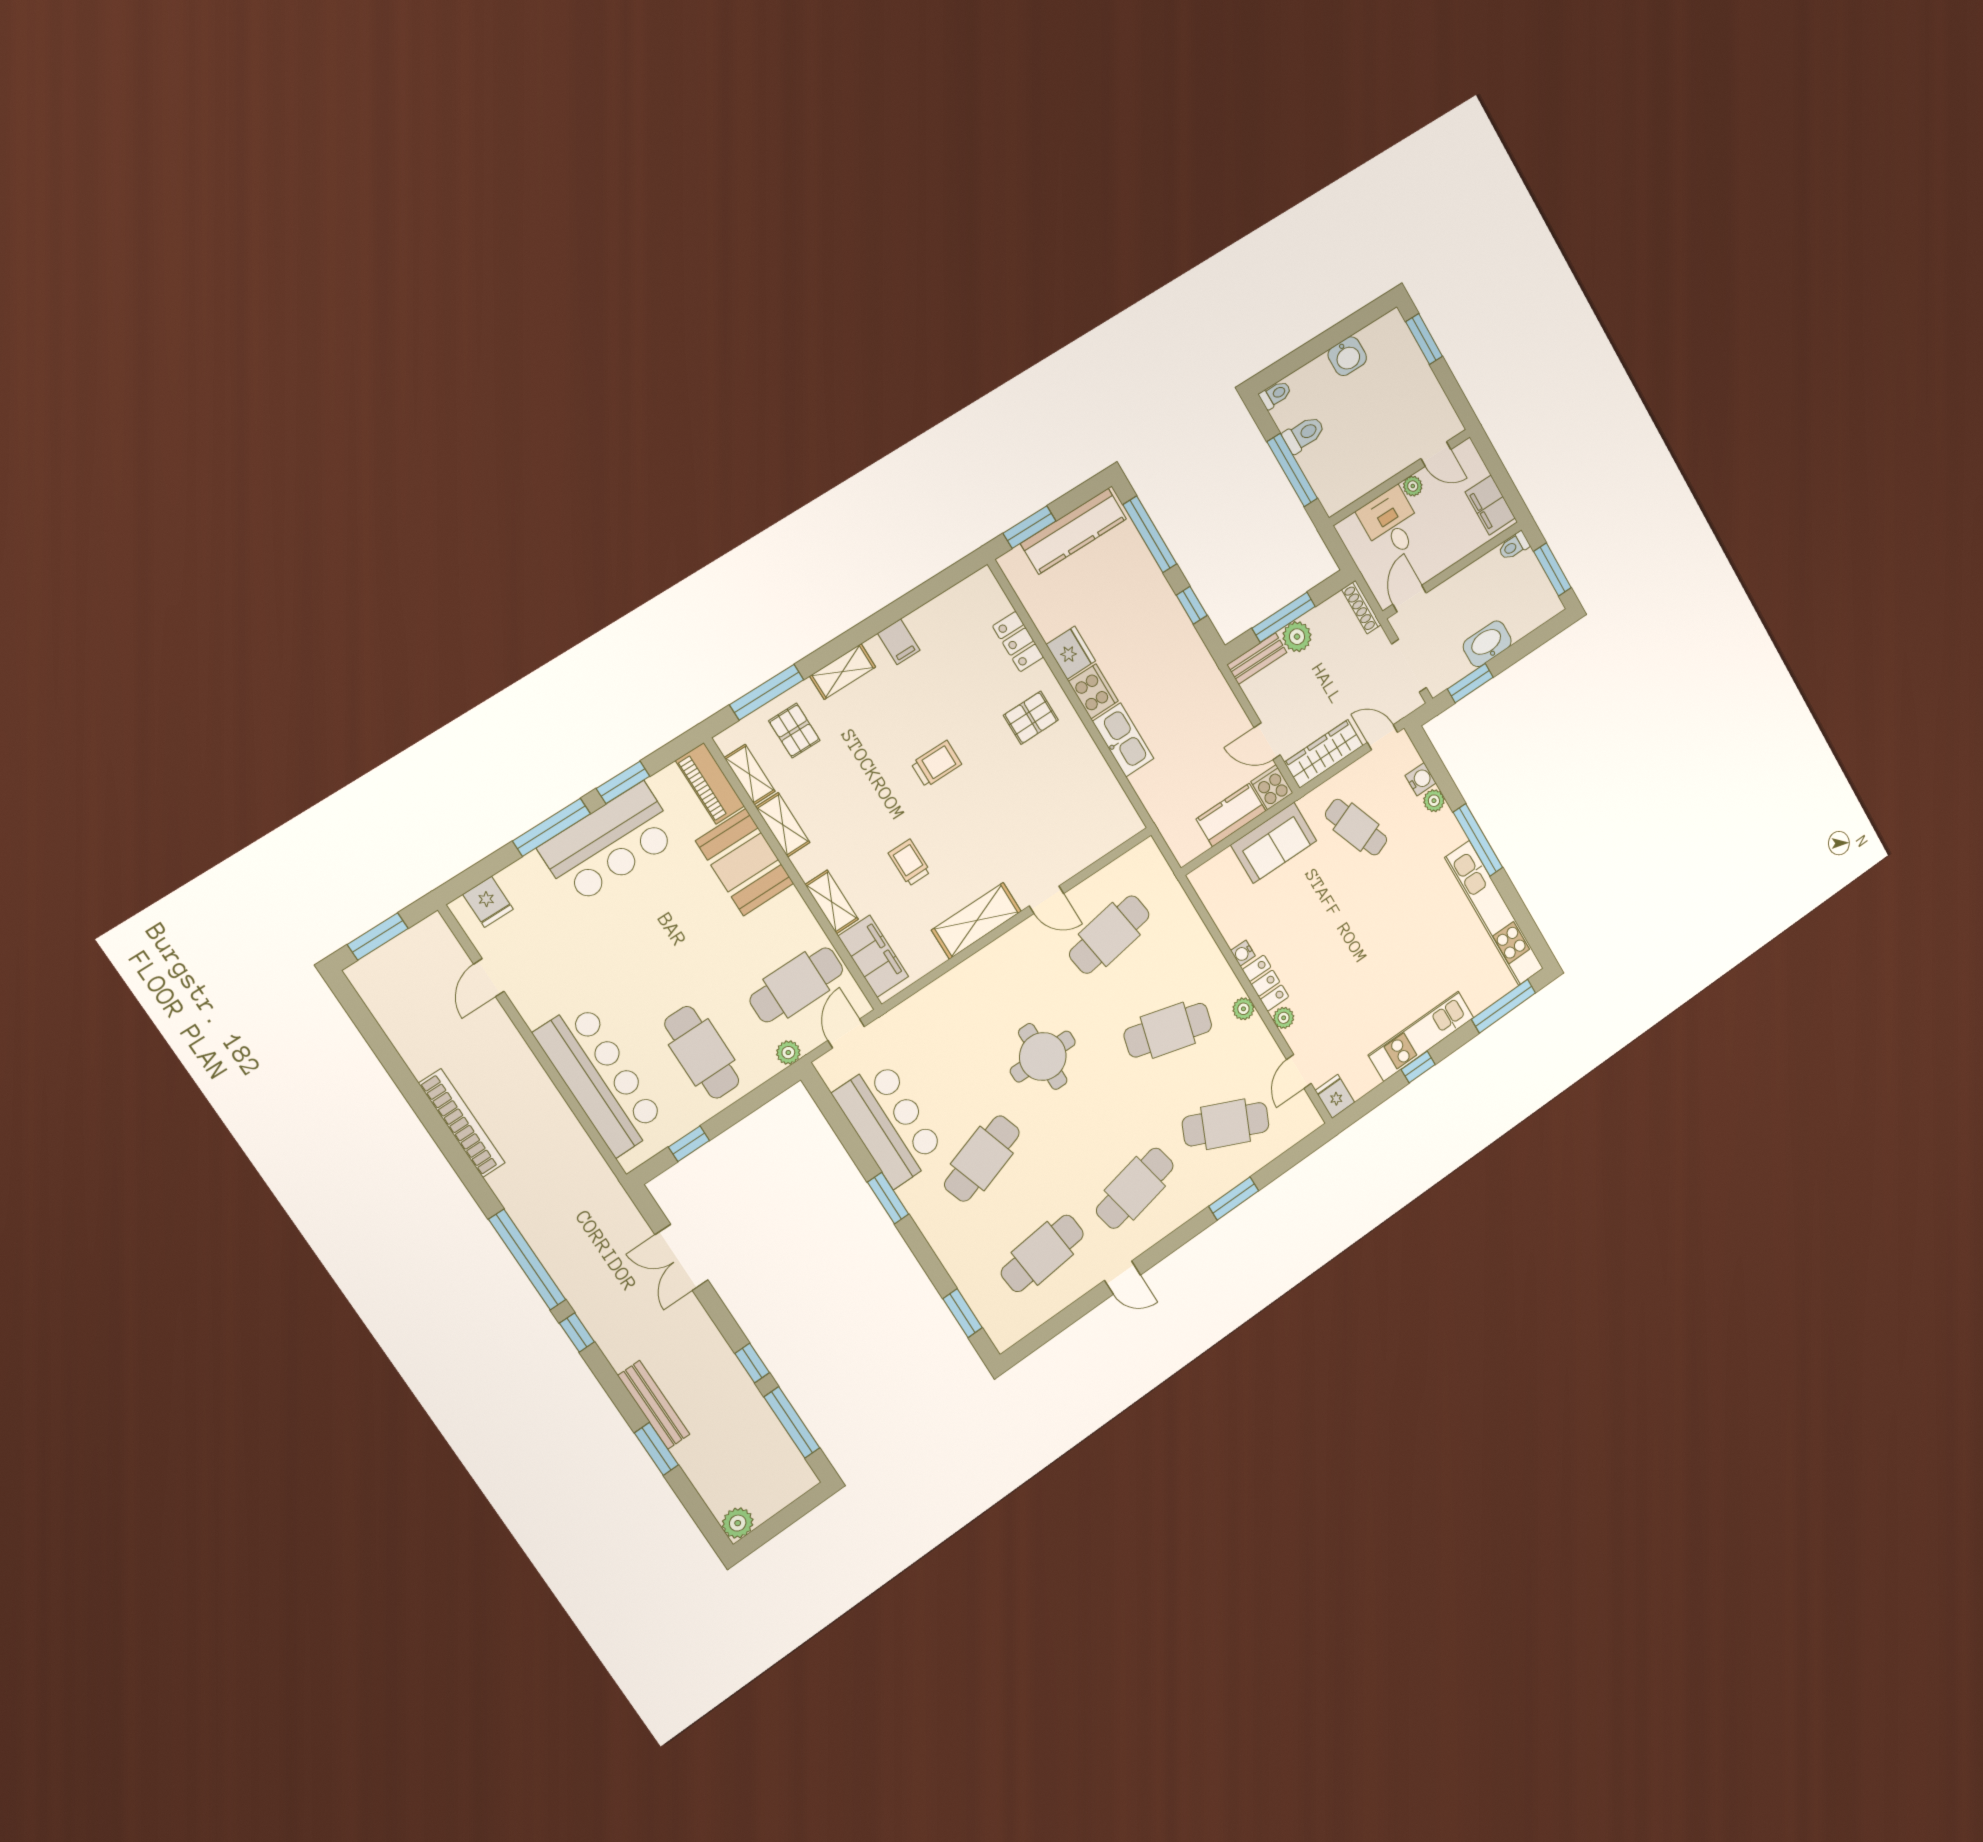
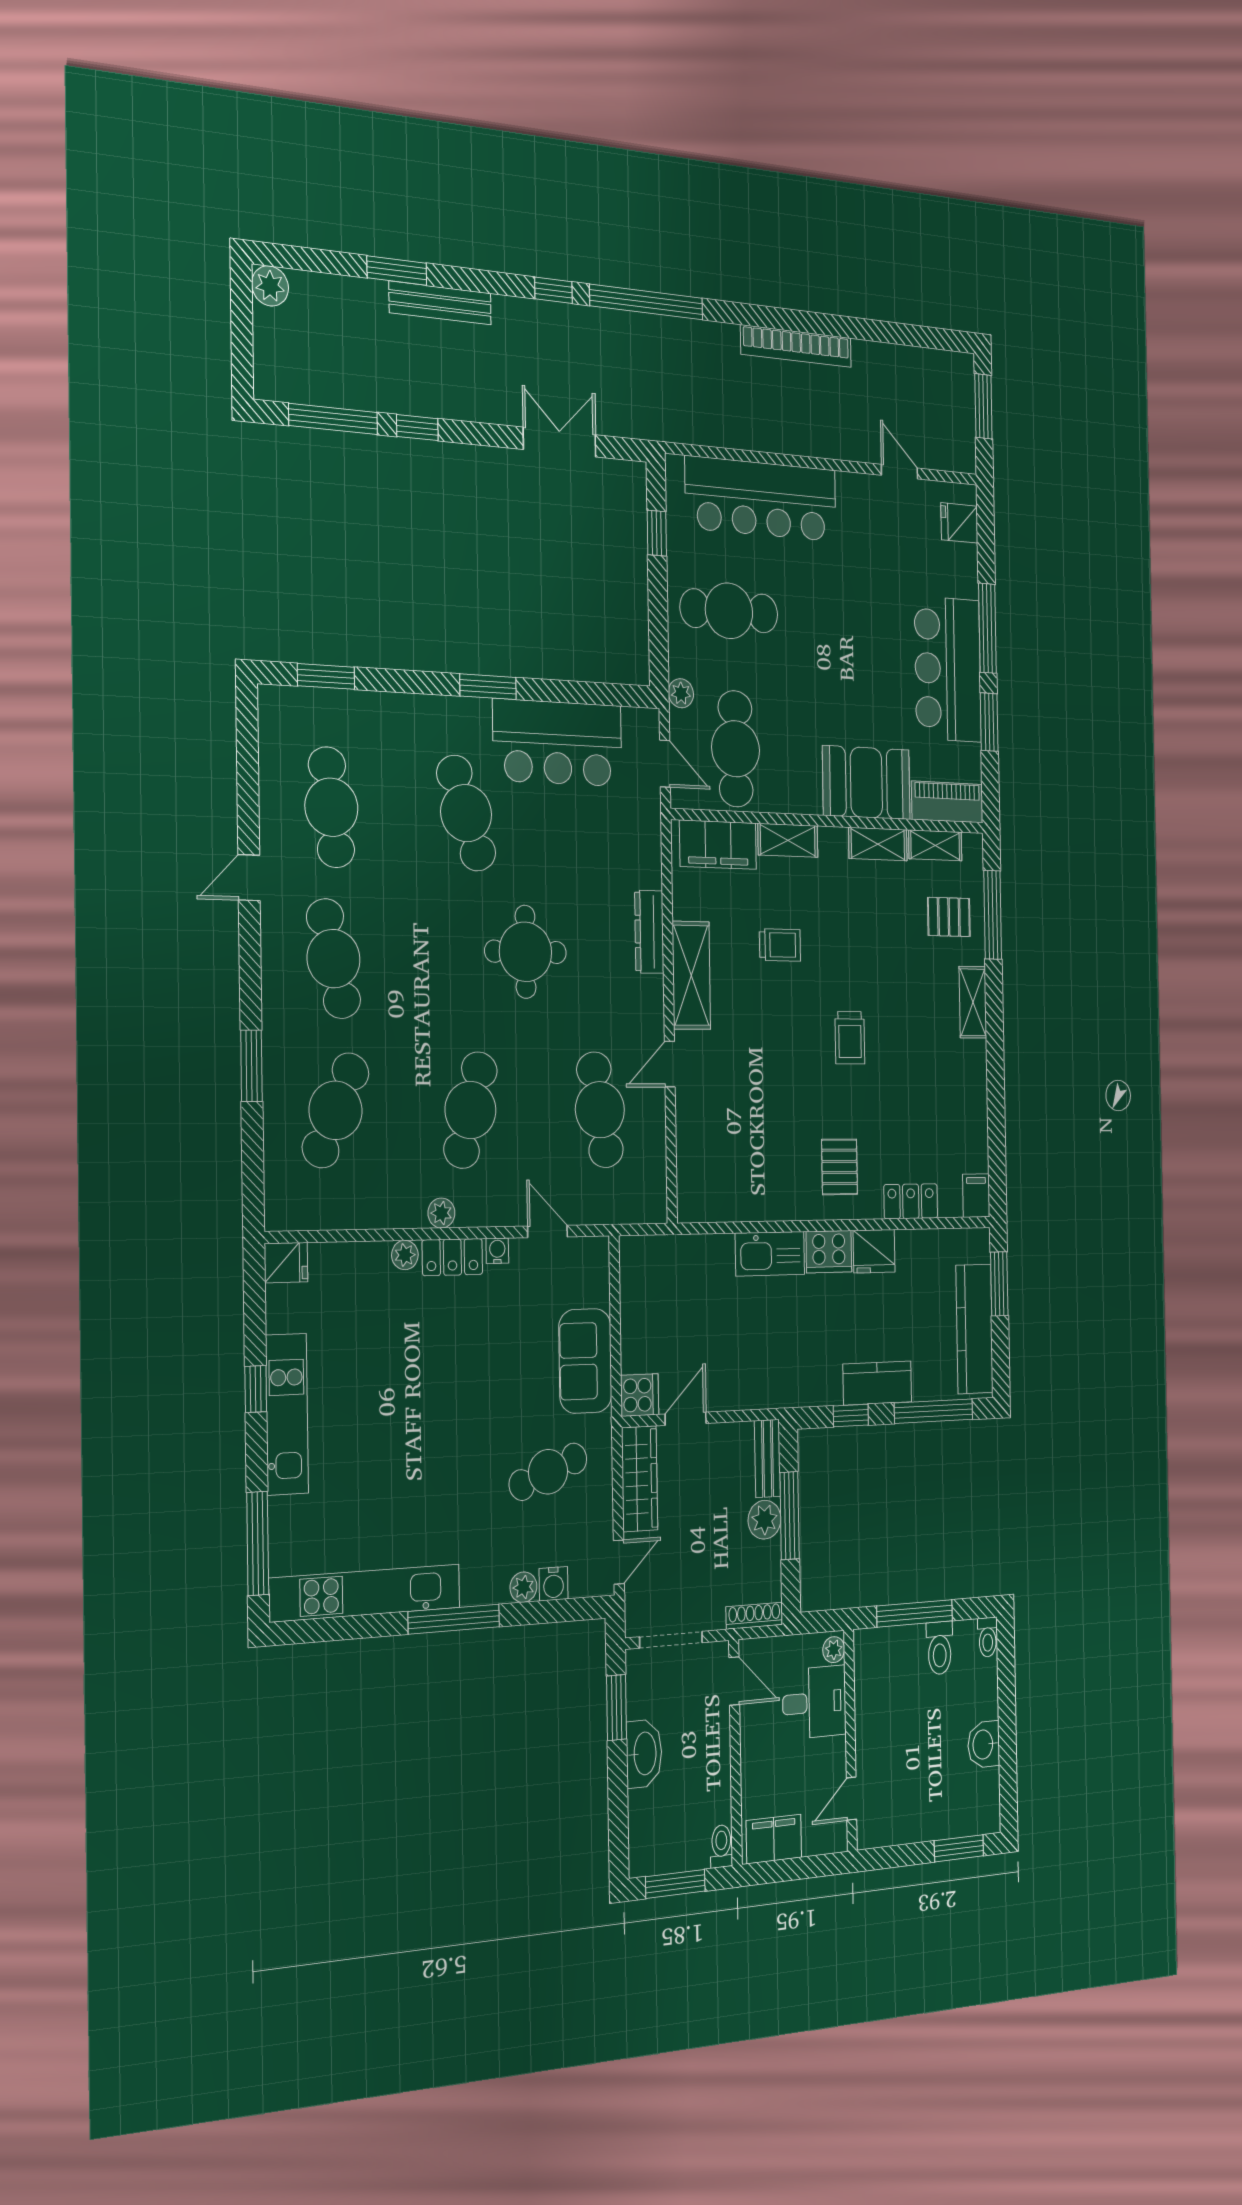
plant: (1413, 486) -> (834, 1650), moved
filing cabinet: (899, 642) -> (976, 1196), moved, turned 90
kitchen counter: (1231, 815) -> (877, 1383), moved, turned -90
dresser: (969, 972) -> (649, 932), added
door: (1299, 1072) -> (547, 1231), moved

